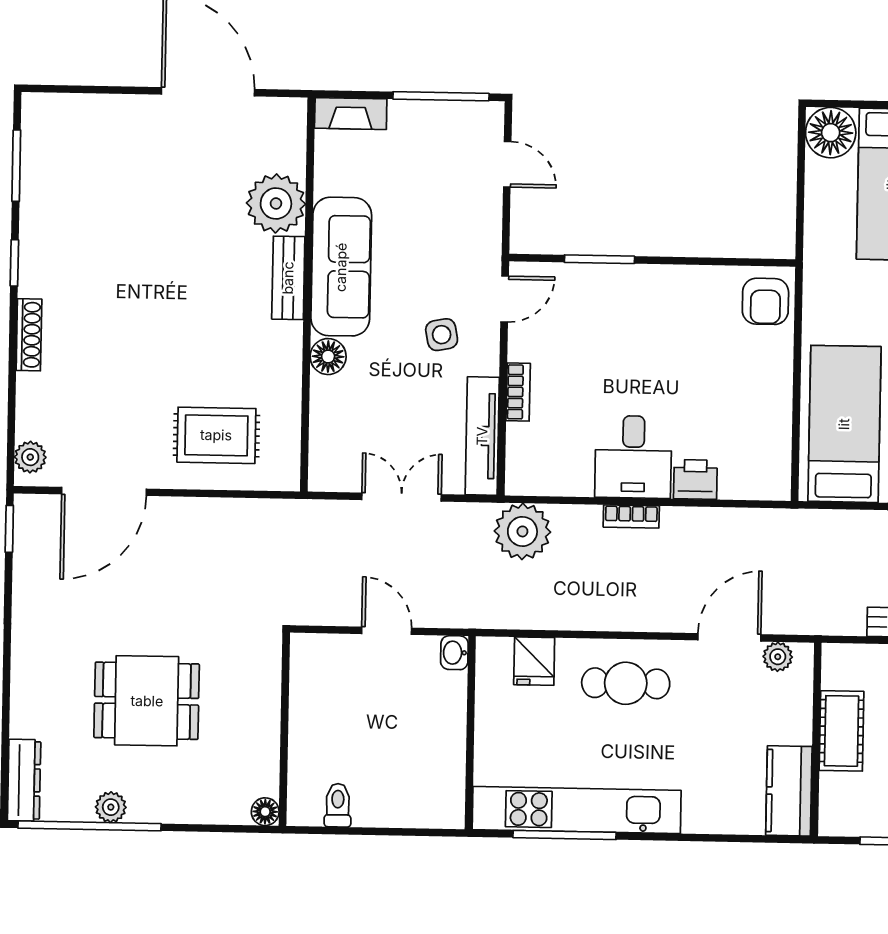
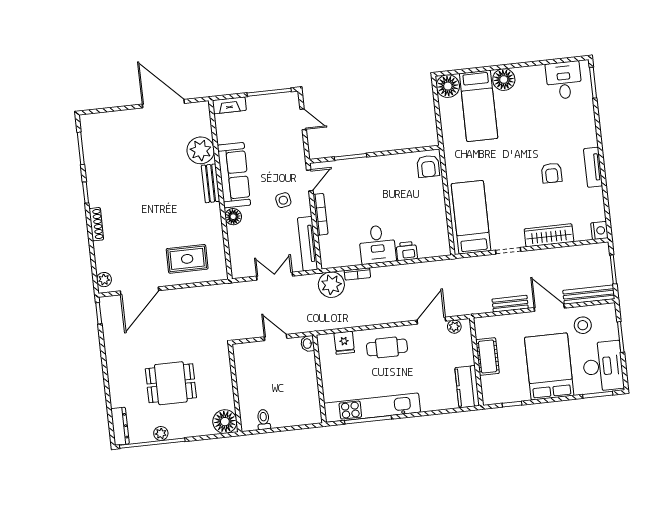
bookcase: (518, 392) -> (321, 214), width x1.56
bookcase: (631, 516) -> (357, 274), moved
floor lamp: (265, 812) -> (225, 422), width x1.89, depth x1.89

